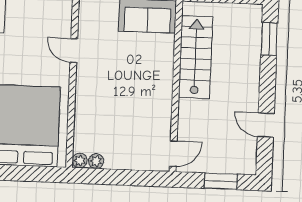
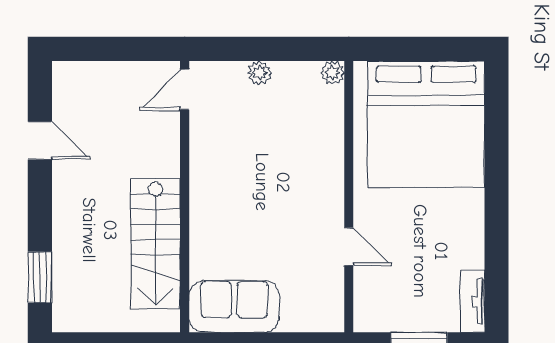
plant: (96, 161) -> (260, 73), moved
window: (221, 181) -> (108, 49), removed

